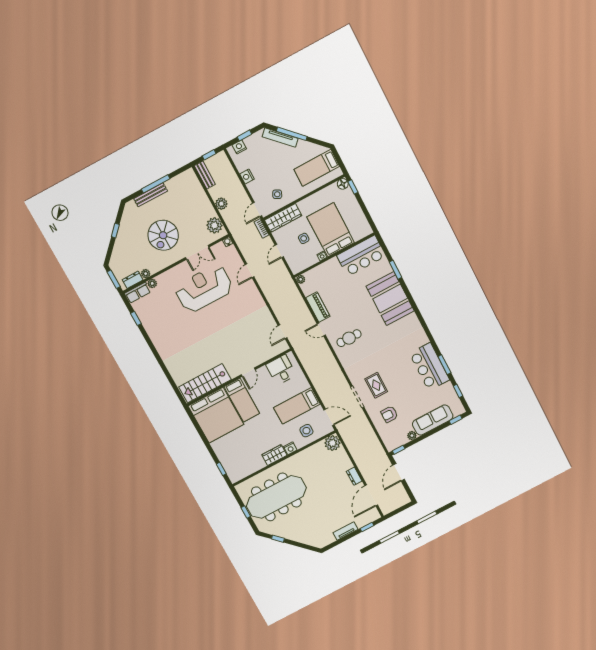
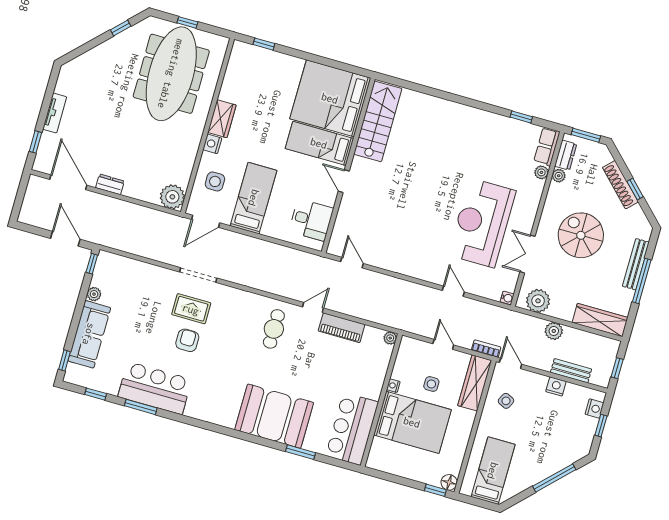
tv unit: (280, 138) -> (562, 462), removed
bench: (205, 175) -> (571, 371), moved
wardrobe: (194, 186) -> (600, 320), added
shoe rack: (120, 240) -> (620, 185), added
reception desk: (204, 289) -> (482, 223), turned 180
armchair: (389, 414) -> (187, 340), moved

